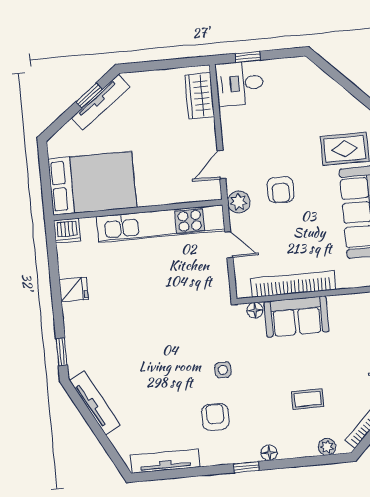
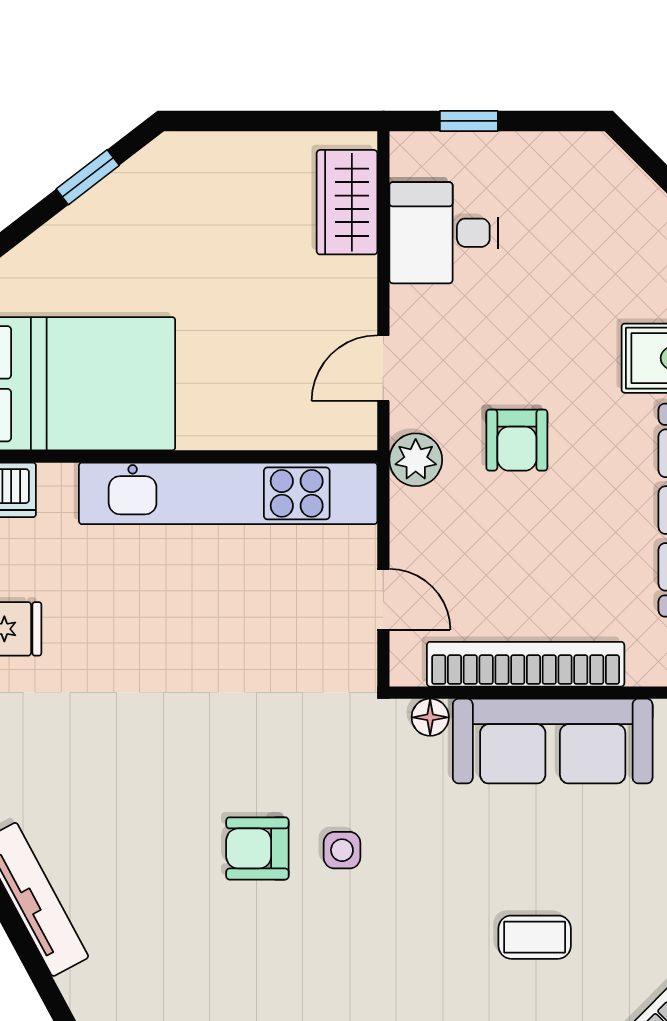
desk: (240, 83) -> (444, 233), moved
tv unit: (101, 102) -> (114, 196), removed
door: (229, 245) -> (383, 599), moved
sofa: (296, 317) -> (553, 741), width x1.36
armchair: (215, 417) -> (257, 848), moved, turned -90

